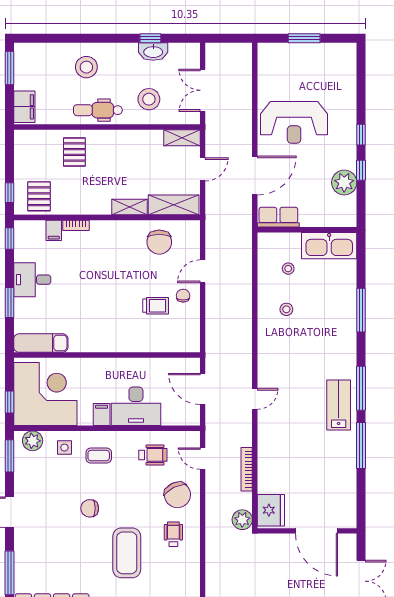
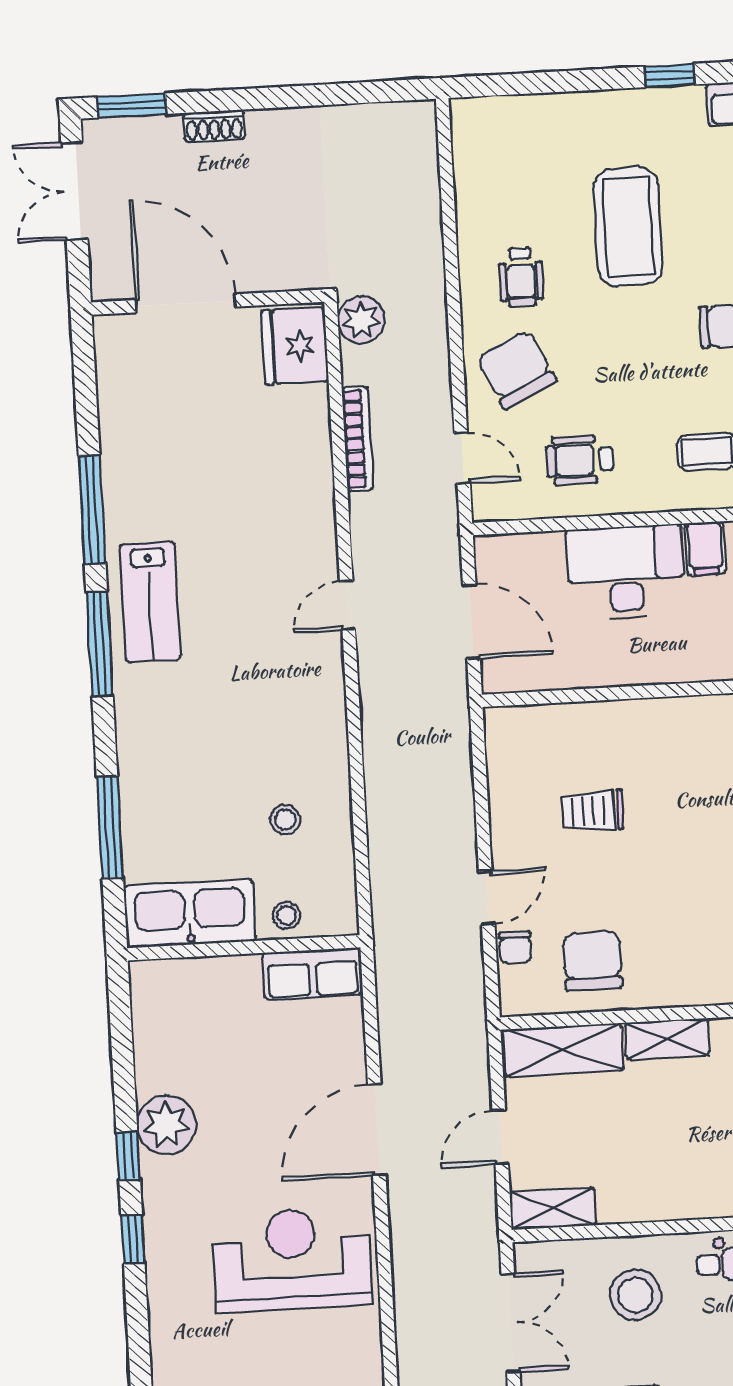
row of seats: (278, 217) -> (313, 974), moved
wall: (307, 230) -> (244, 948), moved
kitchen sink: (329, 246) -> (190, 914), moved
chair: (183, 296) -> (515, 947), moved

